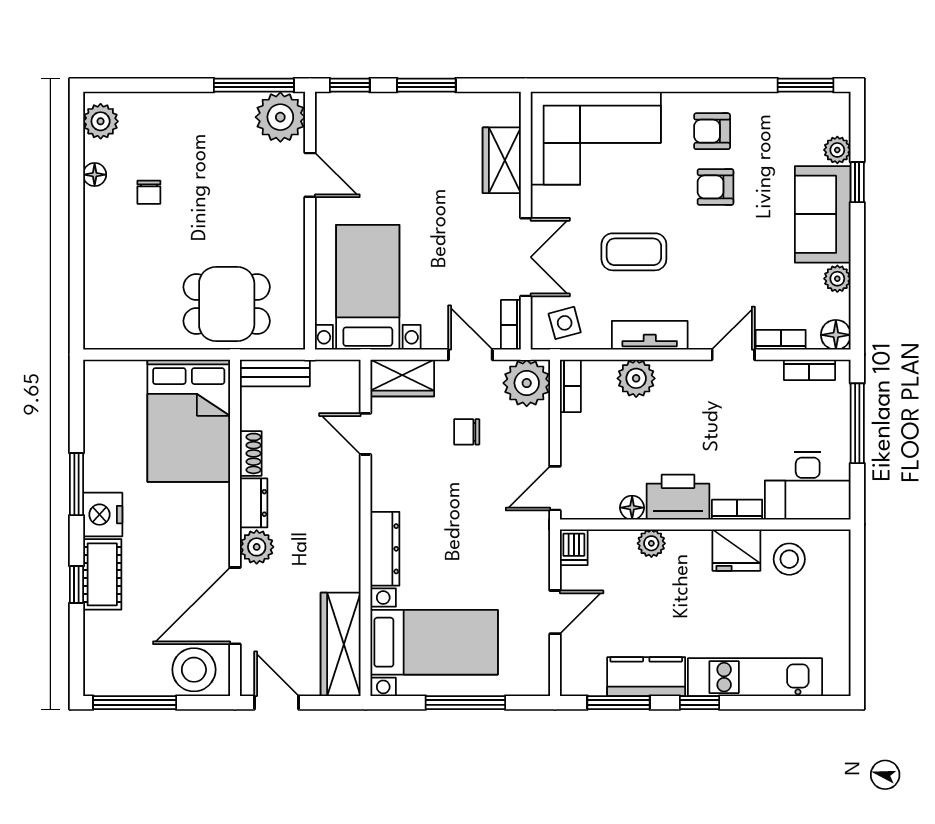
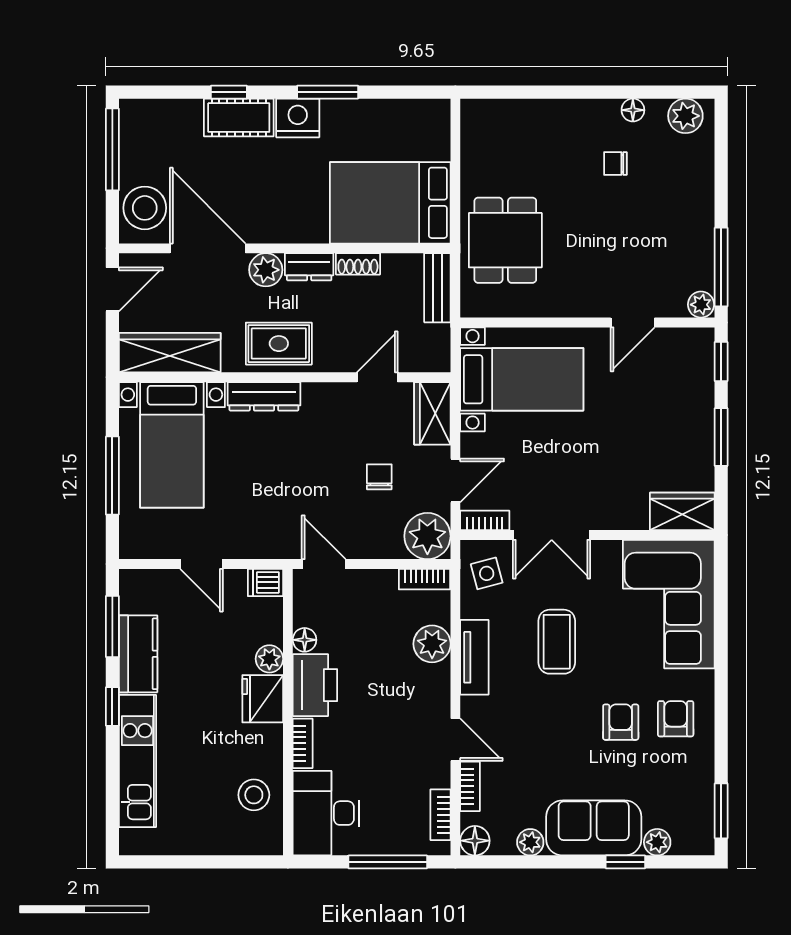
plant: (280, 117) -> (701, 305), width x0.53, depth x0.53
wardrobe: (502, 160) -> (682, 511), moved
rug: (331, 534) -> (279, 344), added
fridge: (736, 550) -> (263, 699), moved

